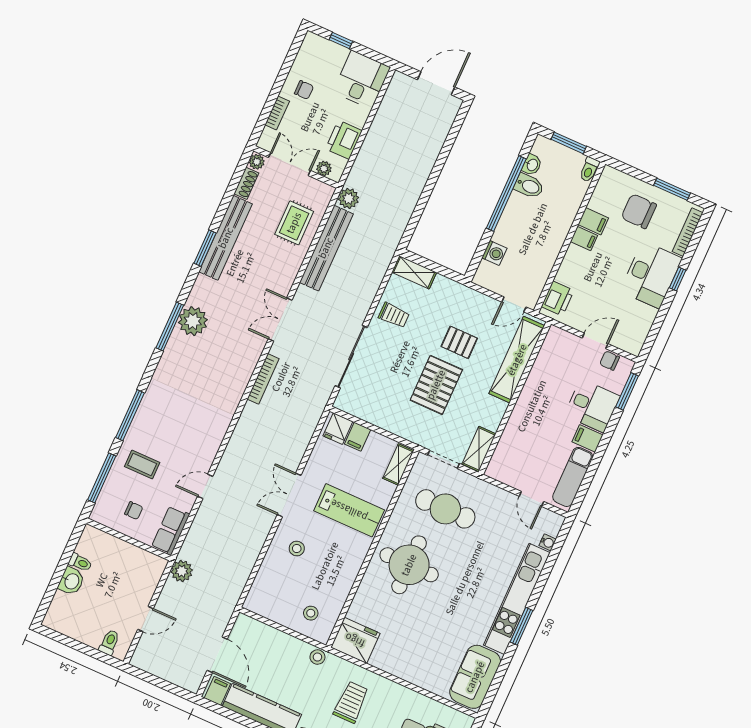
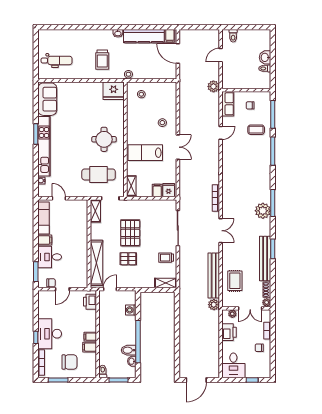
round table: (409, 565) -> (104, 139), width x0.73, depth x0.73

